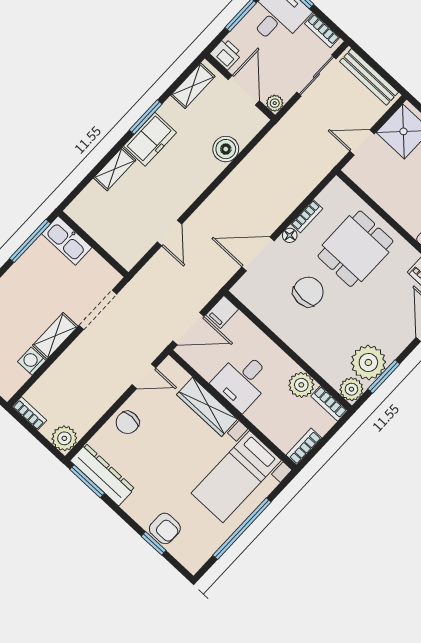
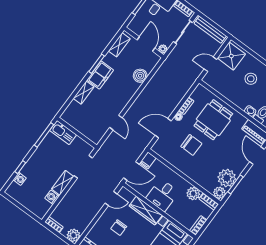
printer: (226, 54) -> (135, 26), removed
chair: (308, 292) -> (191, 145), turned 90
chair: (127, 422) -> (119, 228), moved

